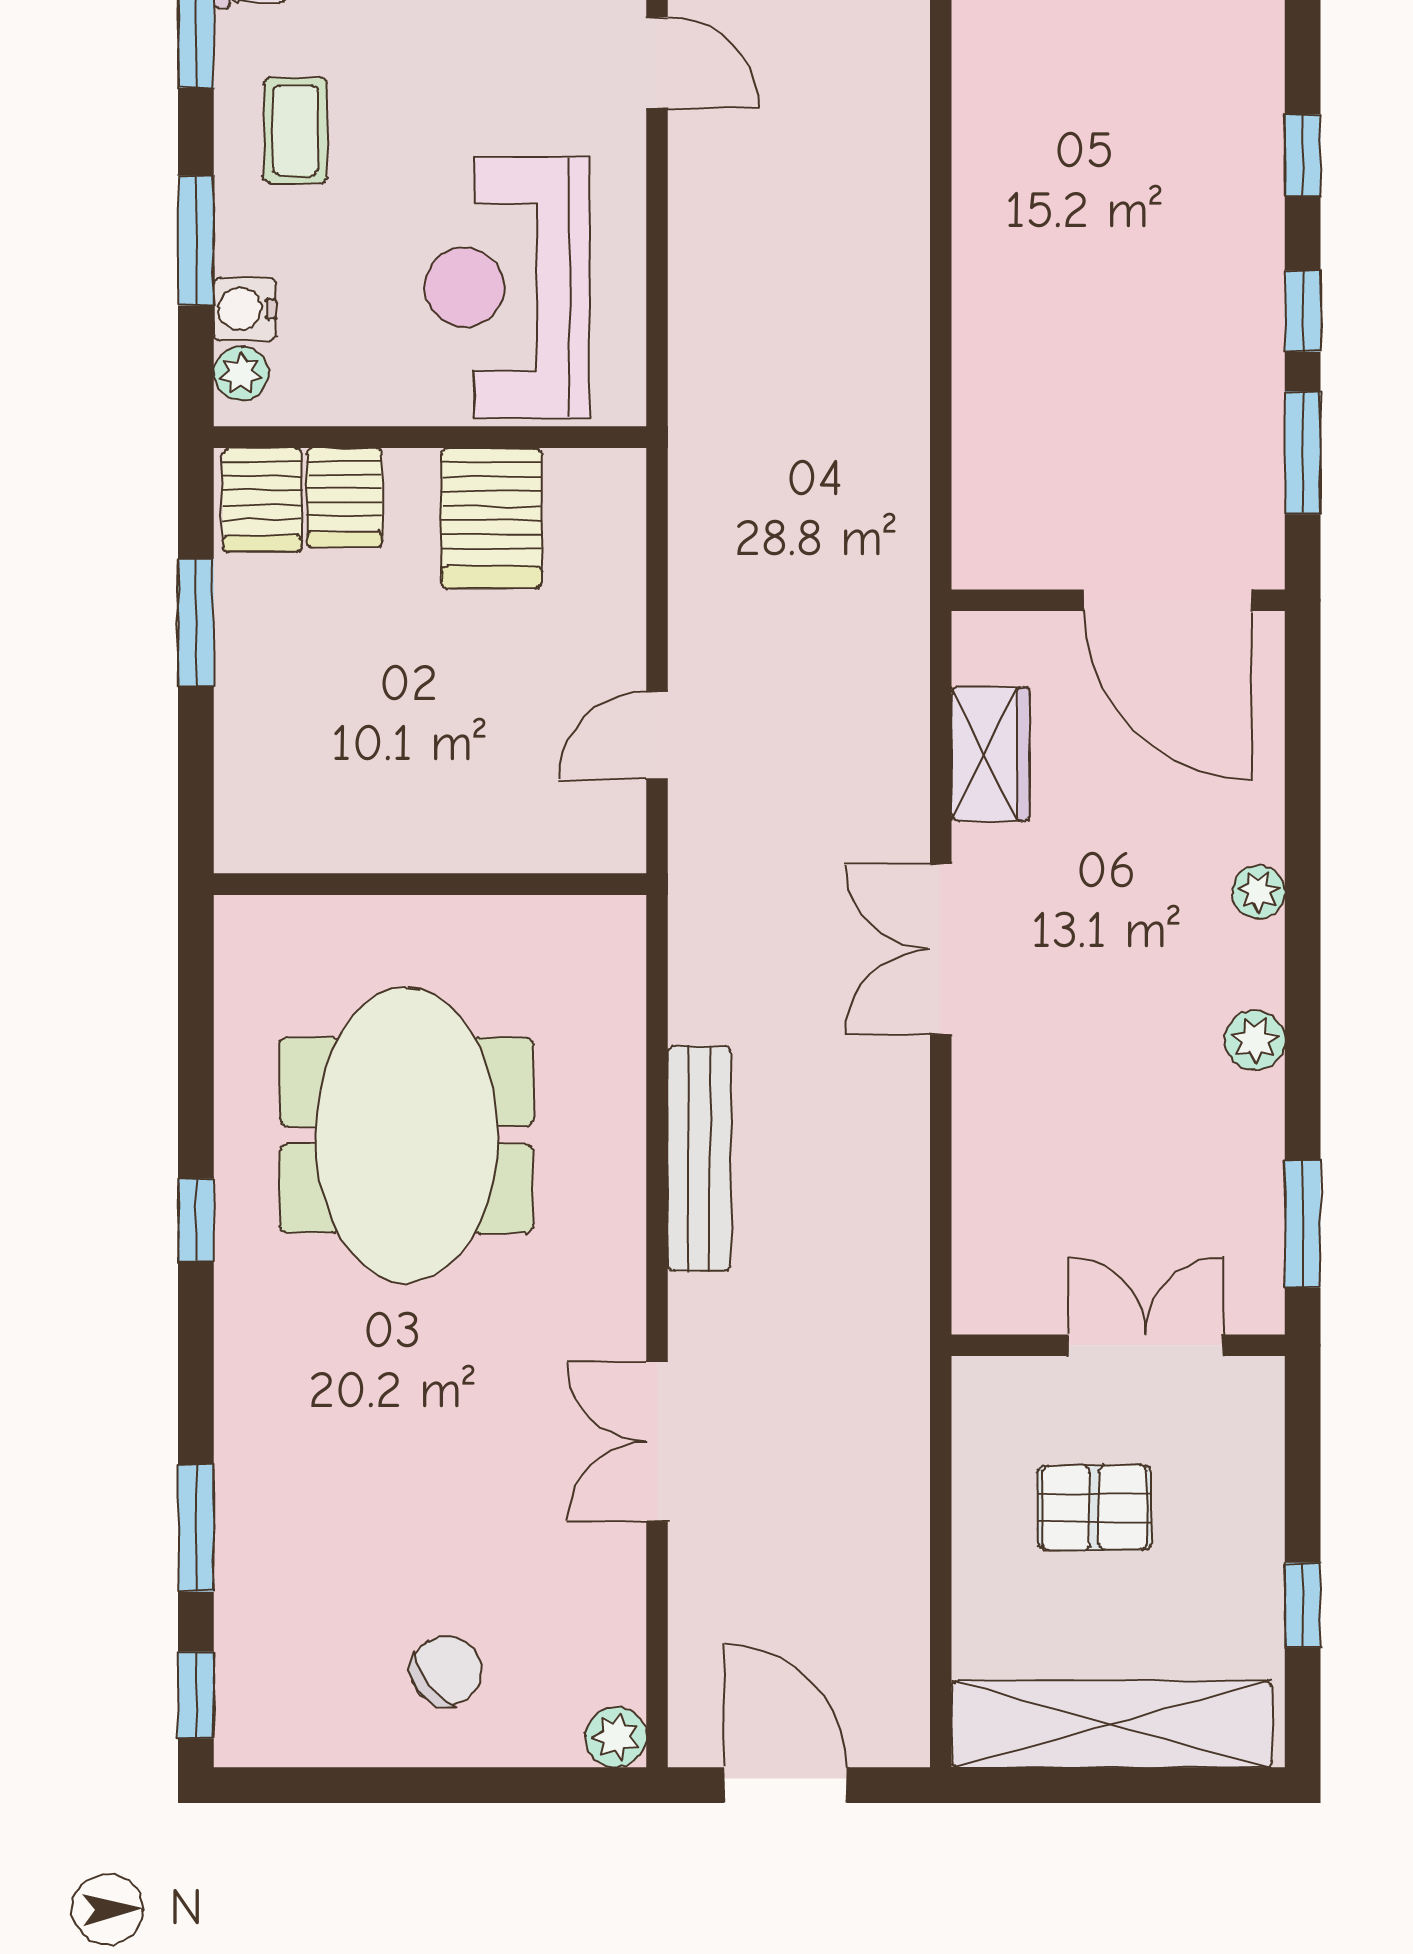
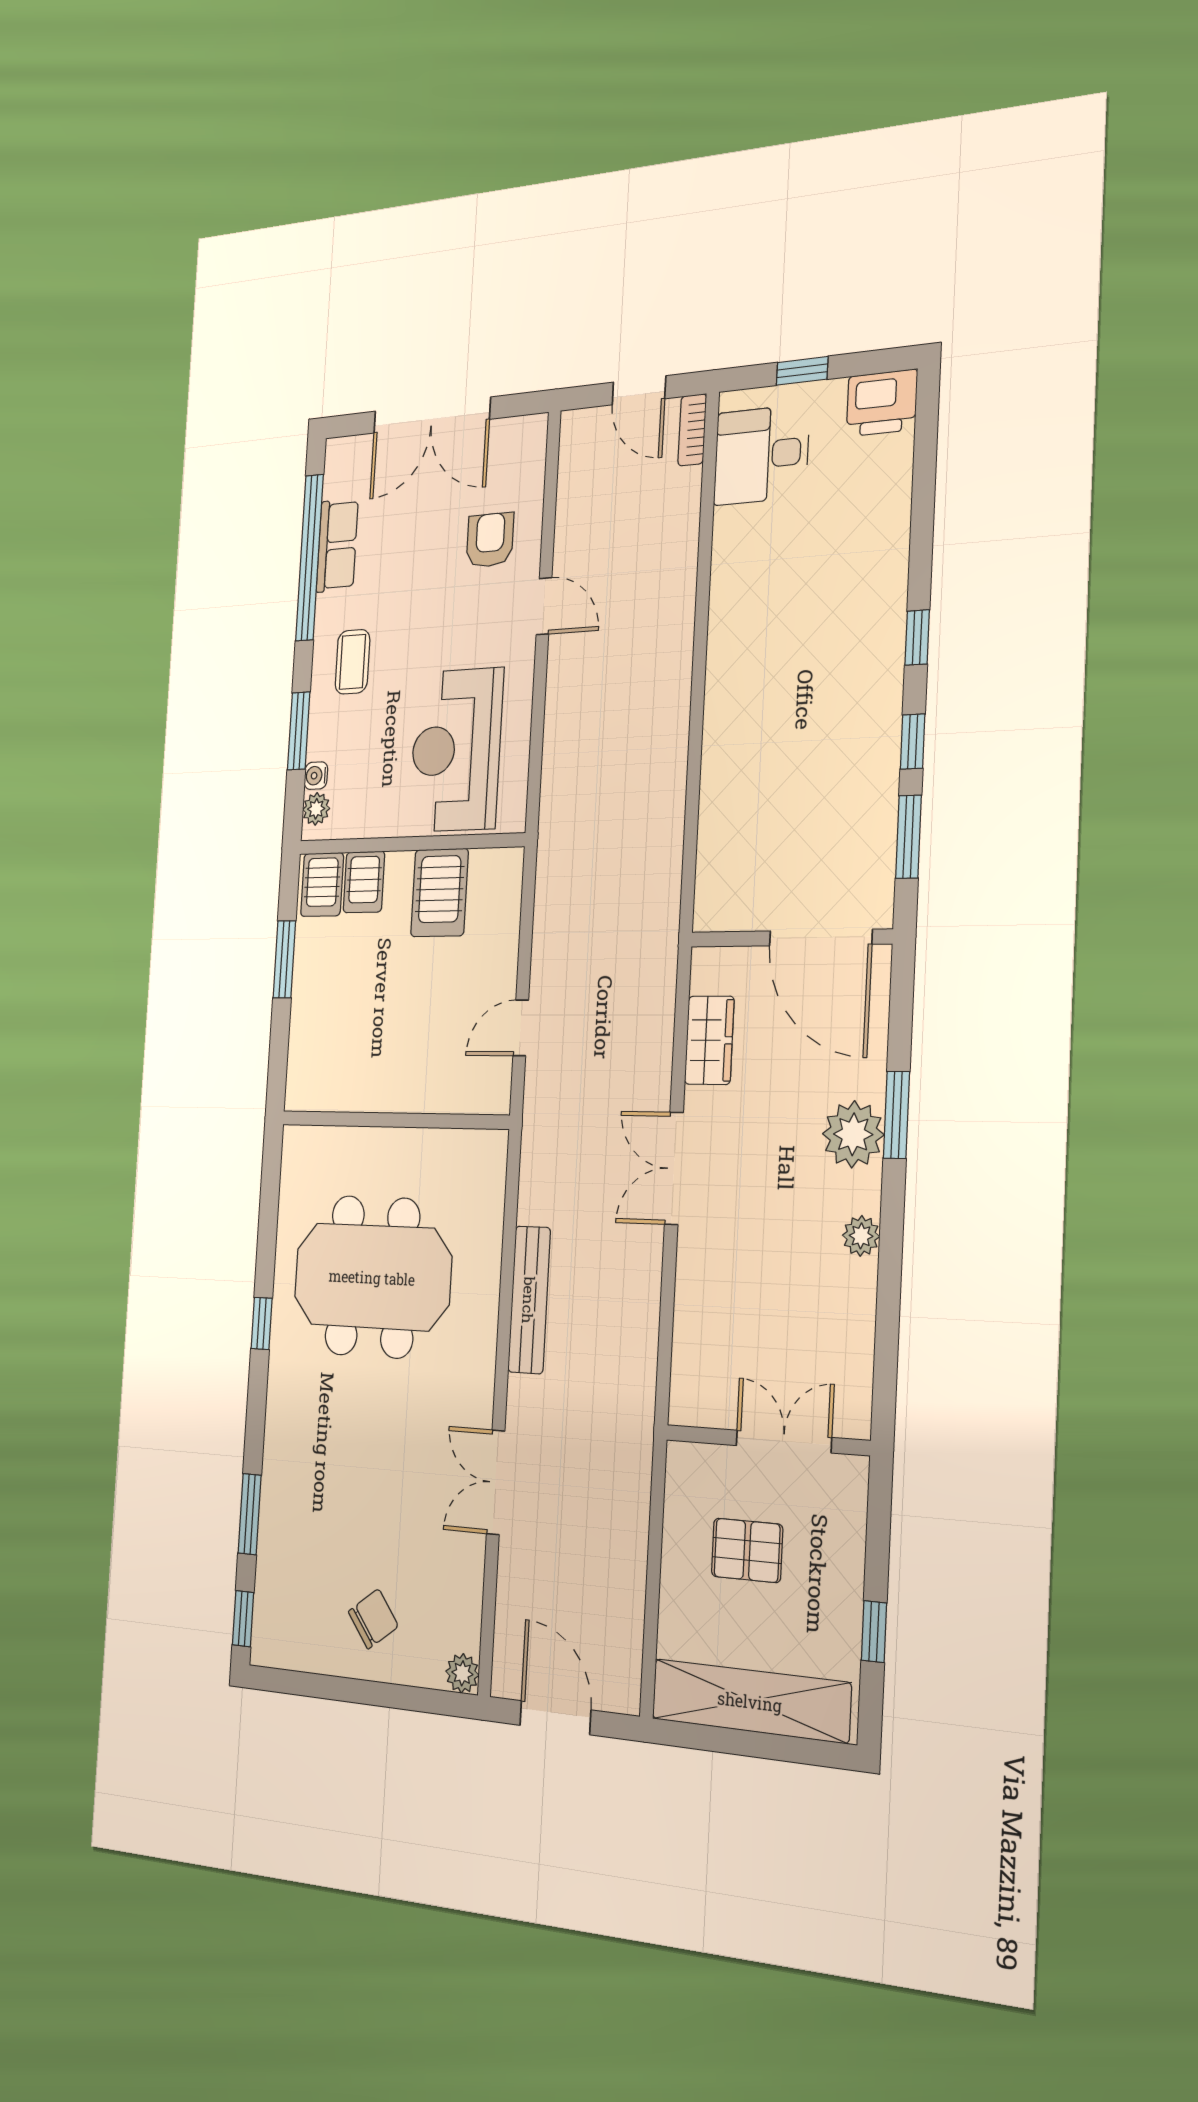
water cooler: (245, 309) -> (316, 776), width x0.72, depth x0.72
plant: (1258, 892) -> (853, 1134), width x1.87, depth x1.87
meeting table: (406, 1135) -> (372, 1277), turned 90
window: (1303, 1224) -> (896, 1115), moved

